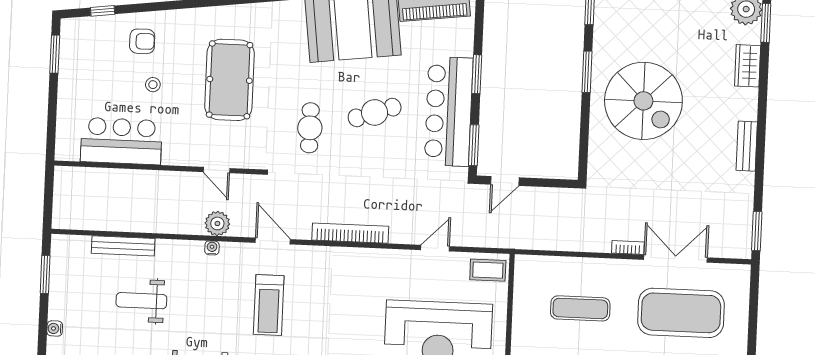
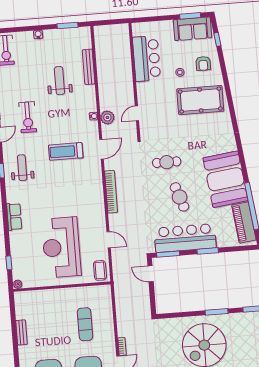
sofa: (78, 53) -> (193, 29), added
pool table: (230, 80) -> (200, 100), moved

